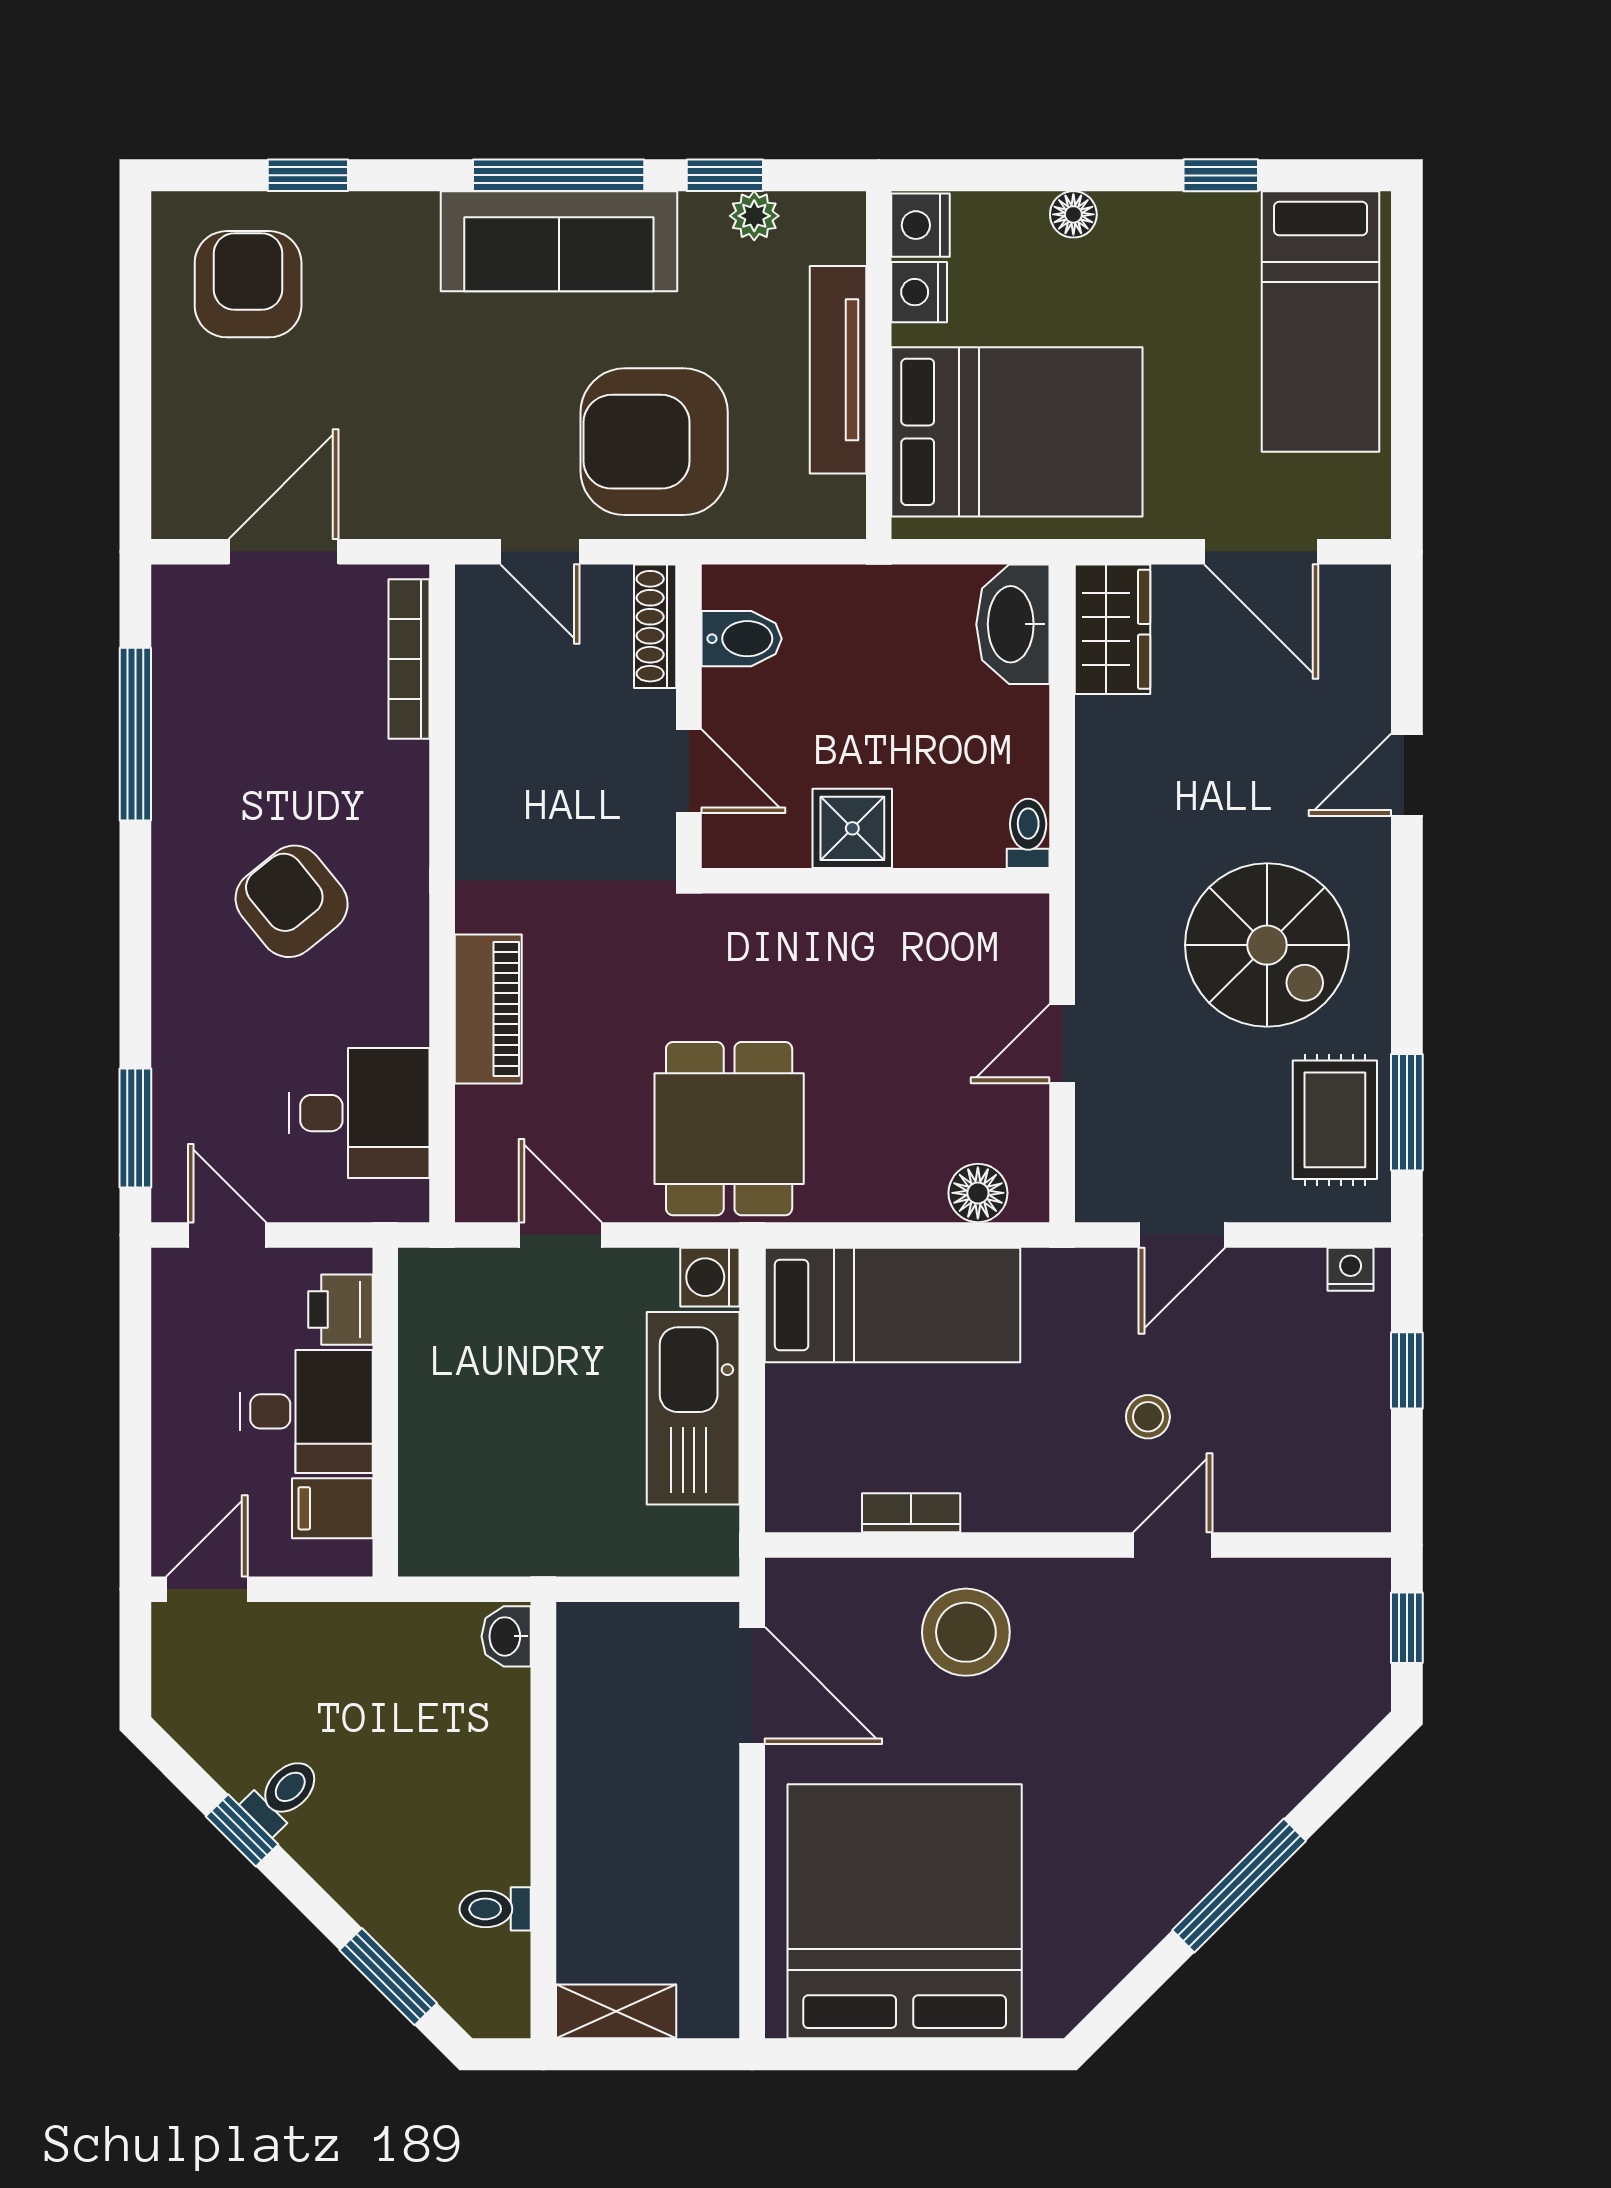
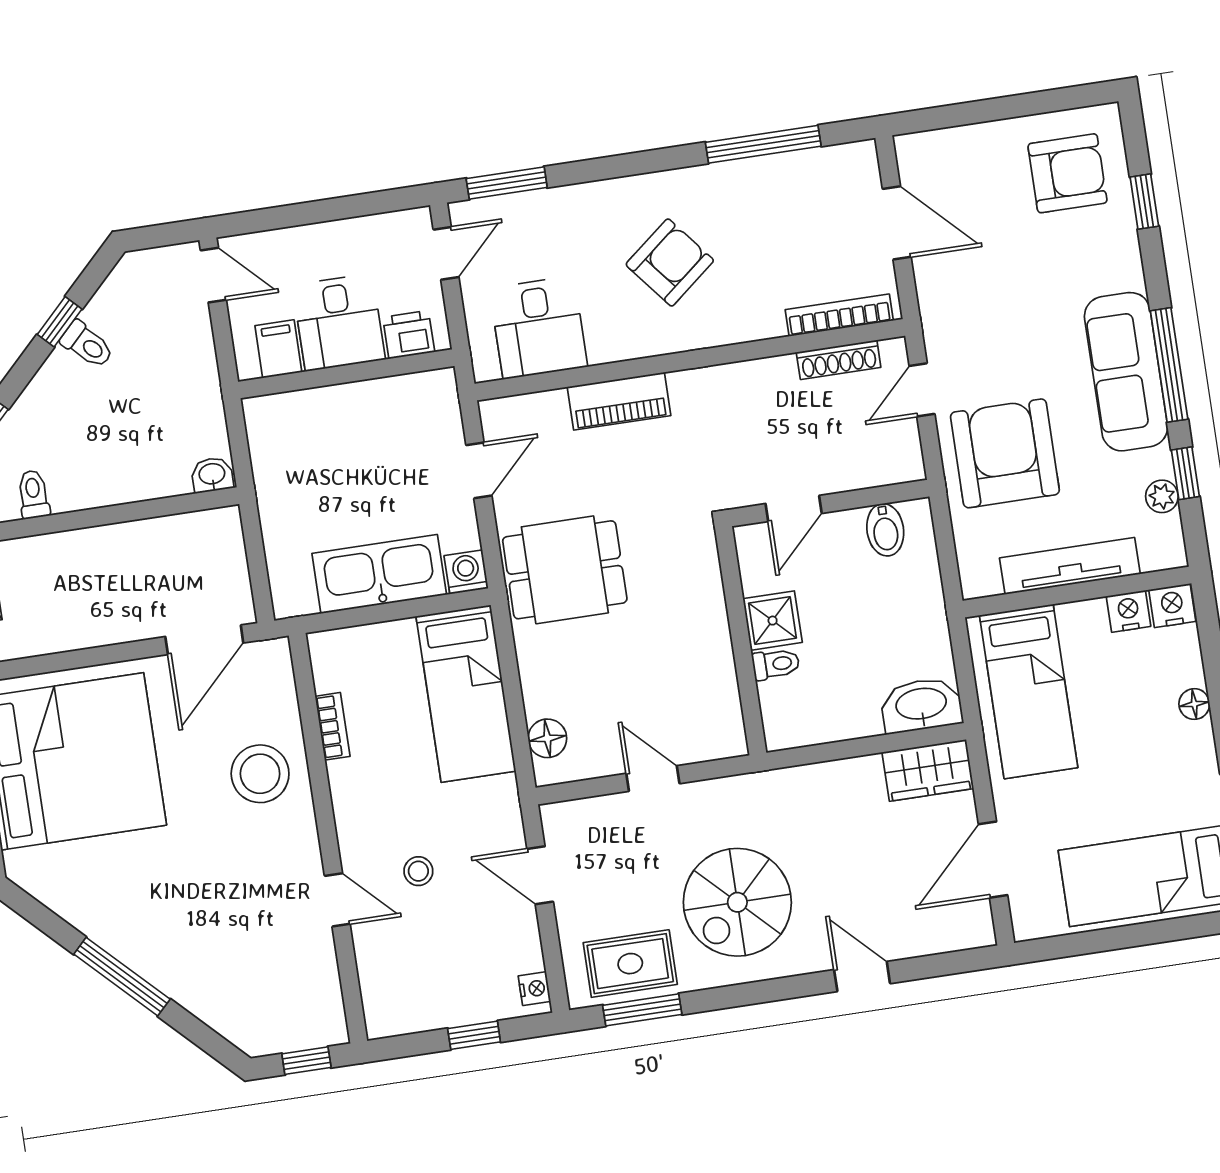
bed: (1017, 432) -> (1029, 691), width x0.67
shoe rack: (655, 626) -> (839, 360), moved, turned 180
toilet: (1028, 833) -> (776, 664), moved

